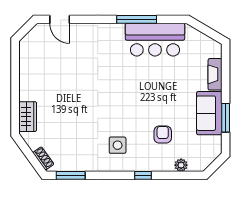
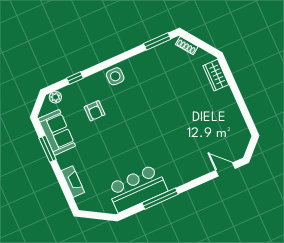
sofa: (209, 113) -> (57, 132), moved
side table: (118, 145) -> (115, 76), moved
plant: (181, 165) -> (55, 97), moved
window: (143, 175) -> (75, 78), moved

